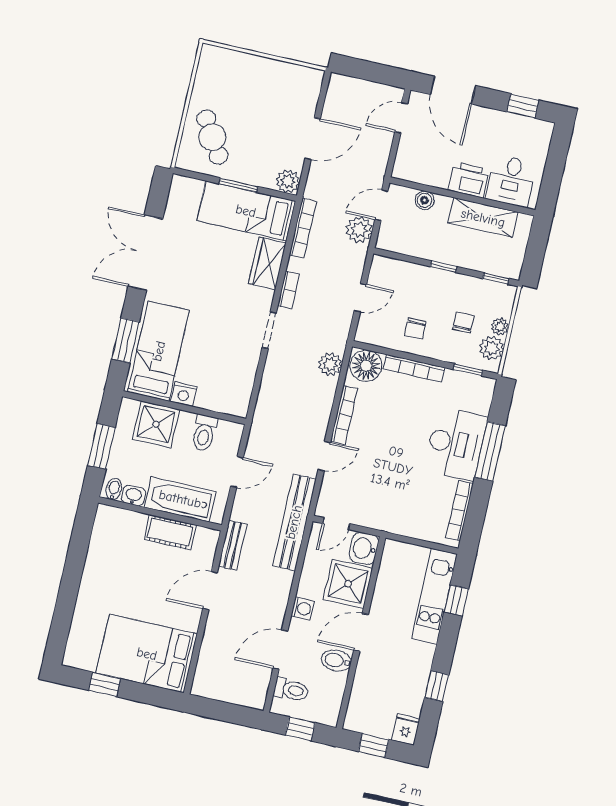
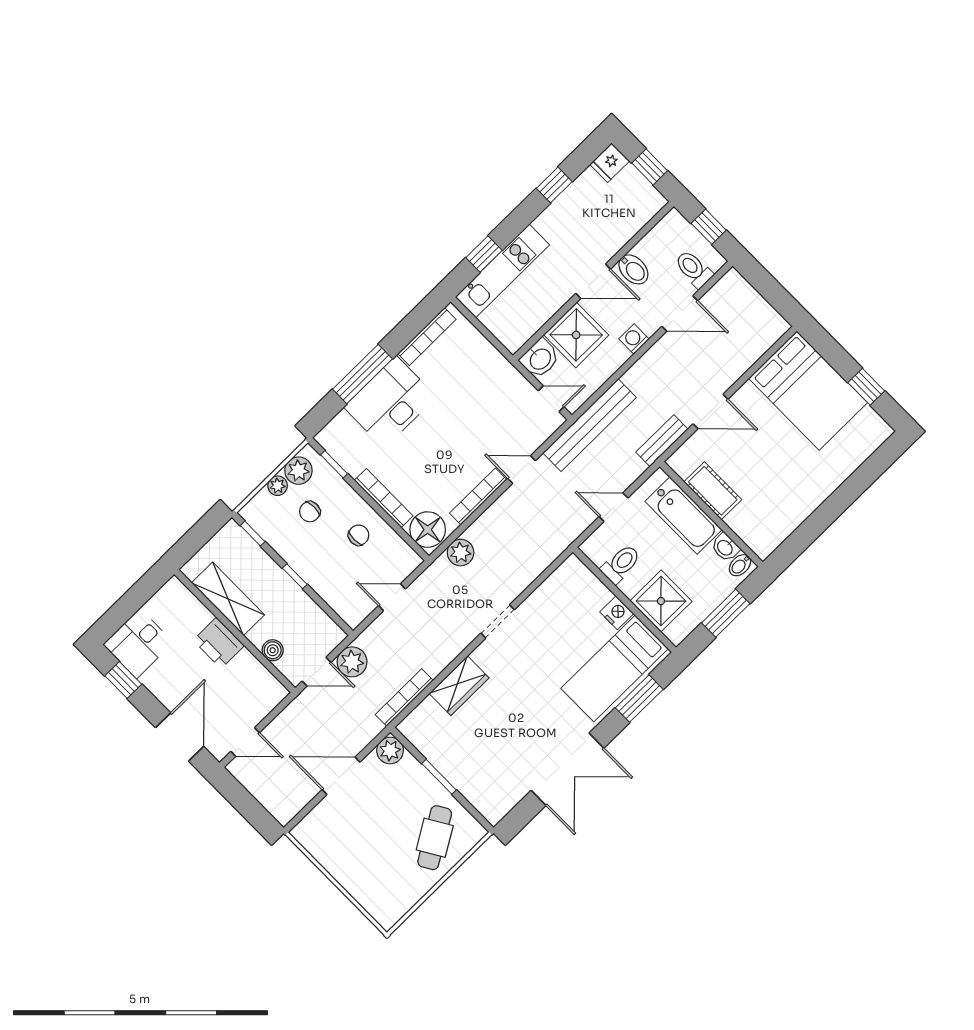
desk: (511, 181) -> (138, 643), moved, turned 180
bed: (246, 211) -> (447, 748), removed
bookcase: (288, 290) -> (455, 648), removed

